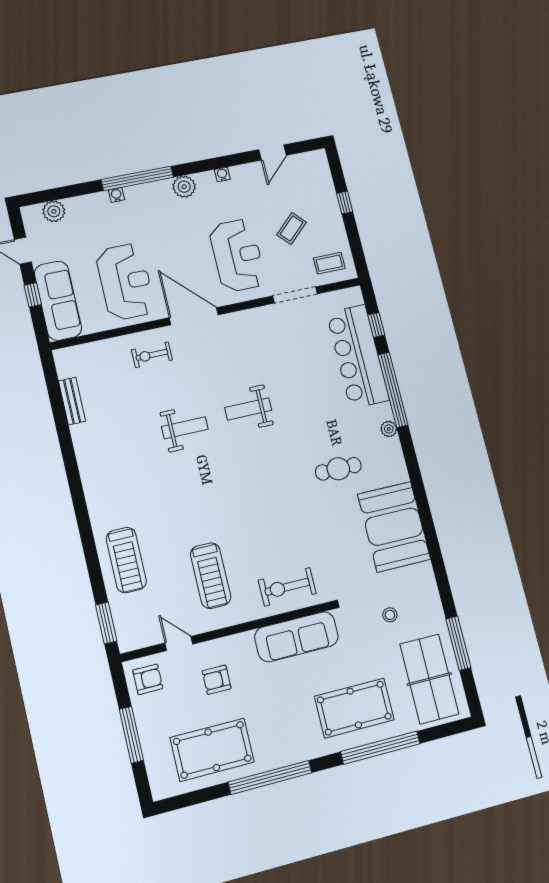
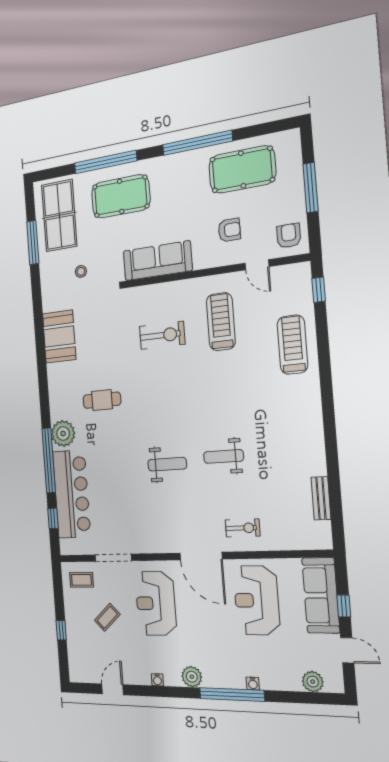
plant: (389, 429) -> (63, 434), width x1.88, depth x1.88
booth: (394, 527) -> (59, 337), width x0.73, depth x0.70
exercise bike: (287, 587) -> (162, 335), moved
window: (106, 623) -> (319, 290), width x0.67
armchair: (148, 679) -> (289, 236), turned 90

